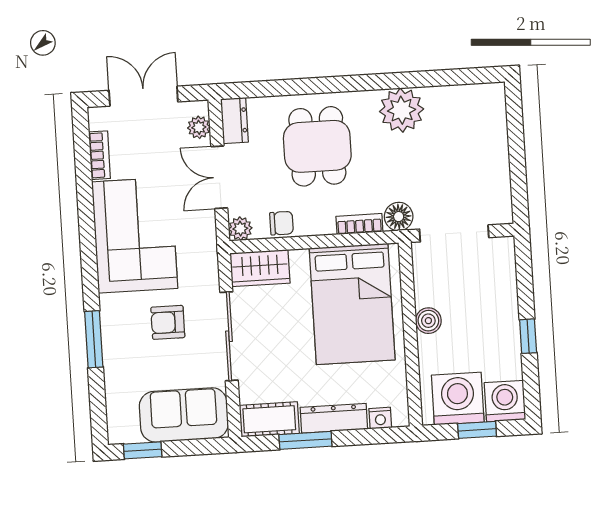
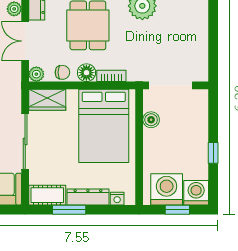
floor lamp: (399, 217) -> (86, 73), moved
boiler: (428, 321) -> (151, 120), moved

